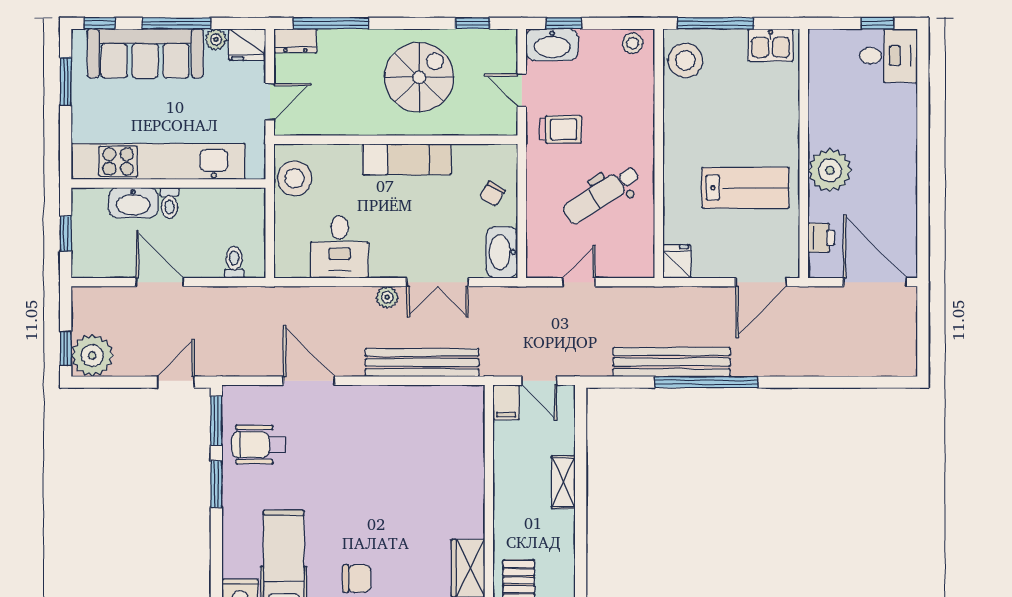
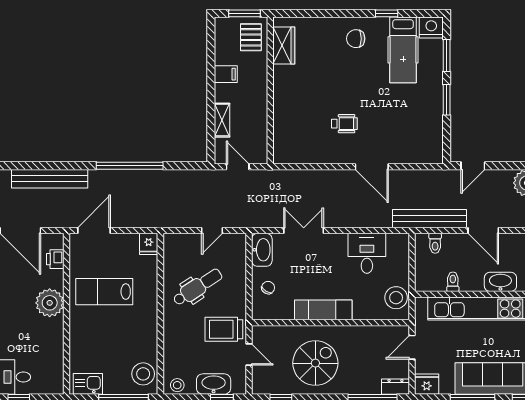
plant: (216, 39) -> (447, 388), removed
washbasin: (552, 45) -> (214, 384), moved
spiral stairs: (419, 77) -> (315, 363), turned 180
trolley: (561, 129) -> (224, 329), width x1.36, depth x1.39
toilet: (169, 203) -> (453, 282), moved
plant: (387, 297) -> (336, 221), removed
bench: (422, 362) -> (430, 219), moved
bench: (672, 362) -> (50, 179), moved
door: (309, 381) -> (372, 167), moved
filing cabinet: (506, 402) -> (226, 74), moved, turned 90
window: (216, 421) -> (447, 55), moved
wheelchair: (259, 445) -> (344, 124), moved, width x0.73, depth x0.73
shelving: (563, 482) -> (222, 120), moved

